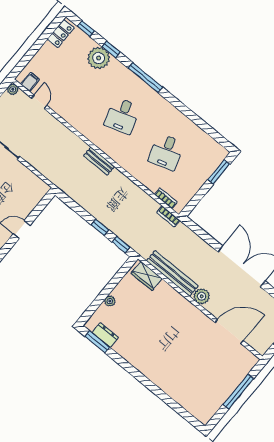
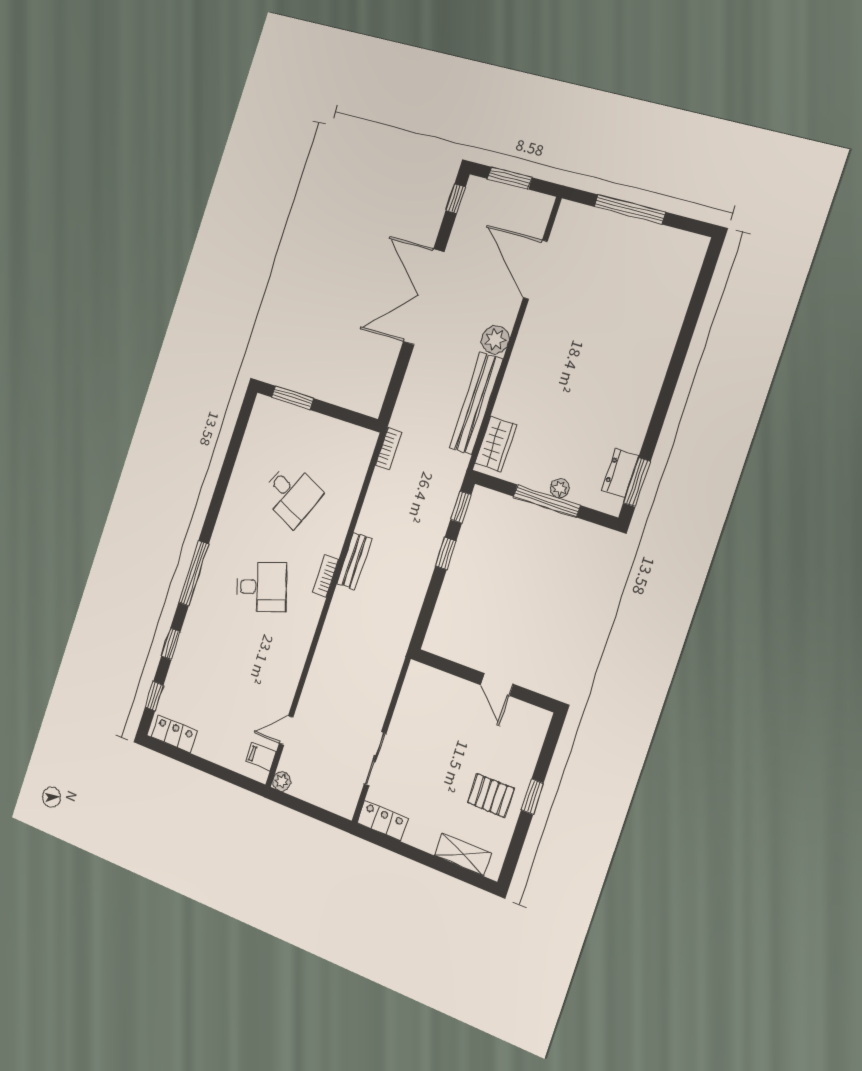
plant: (99, 58) -> (190, 659), removed
desk: (166, 152) -> (291, 494), turned 42
bench: (99, 161) -> (354, 561), moved
bookcase: (166, 198) -> (326, 576), moved
window: (106, 292) -> (547, 501), added

